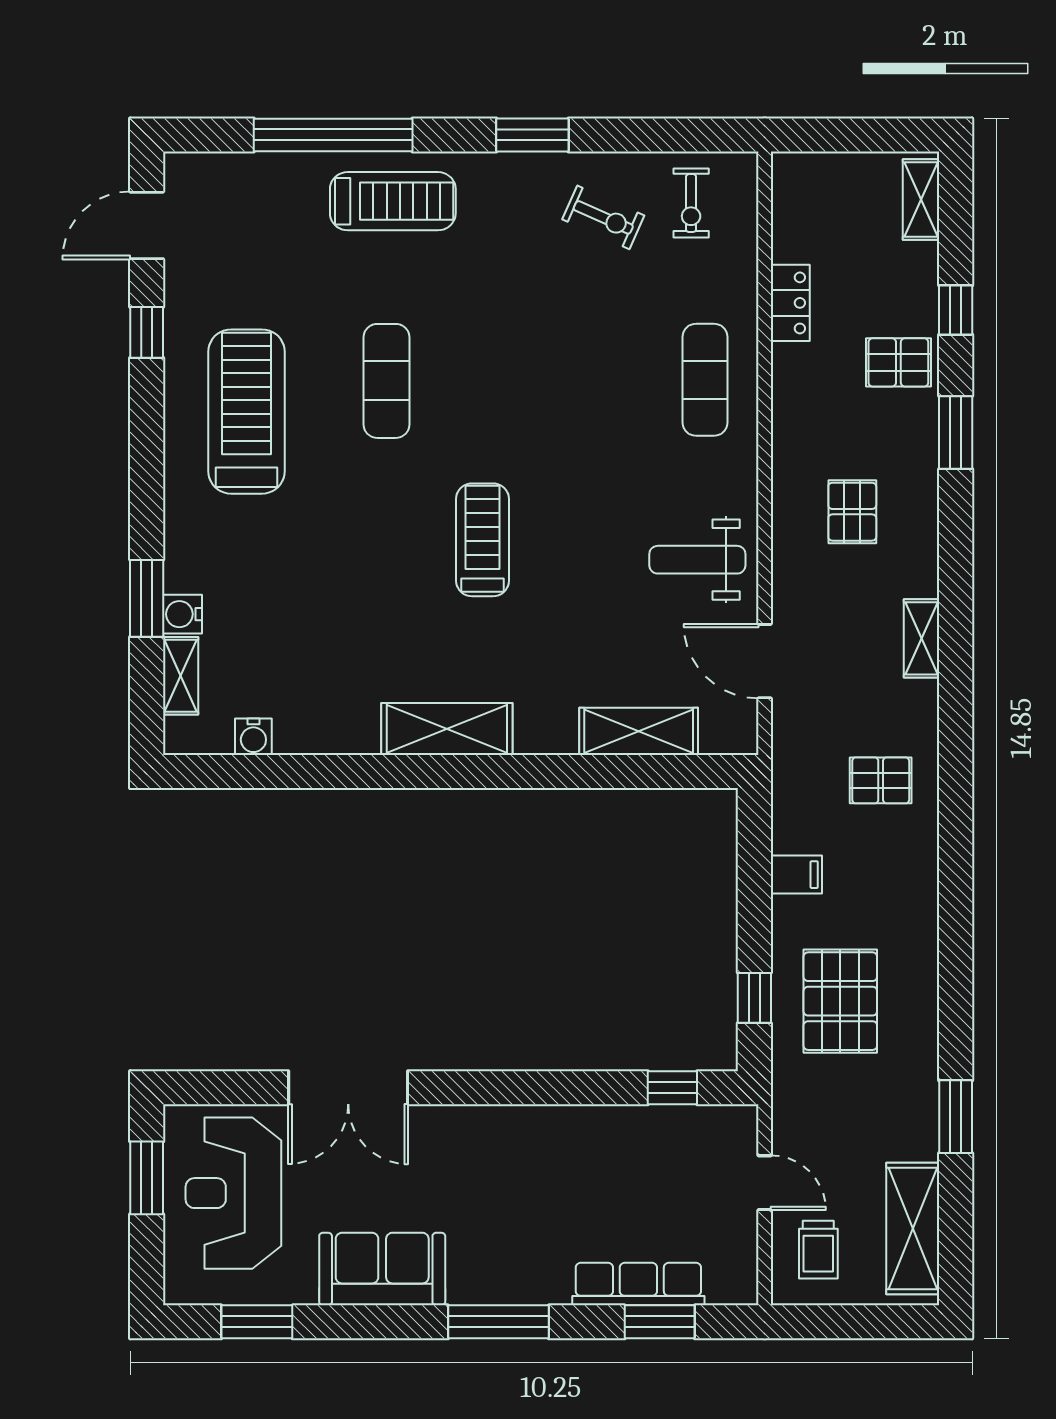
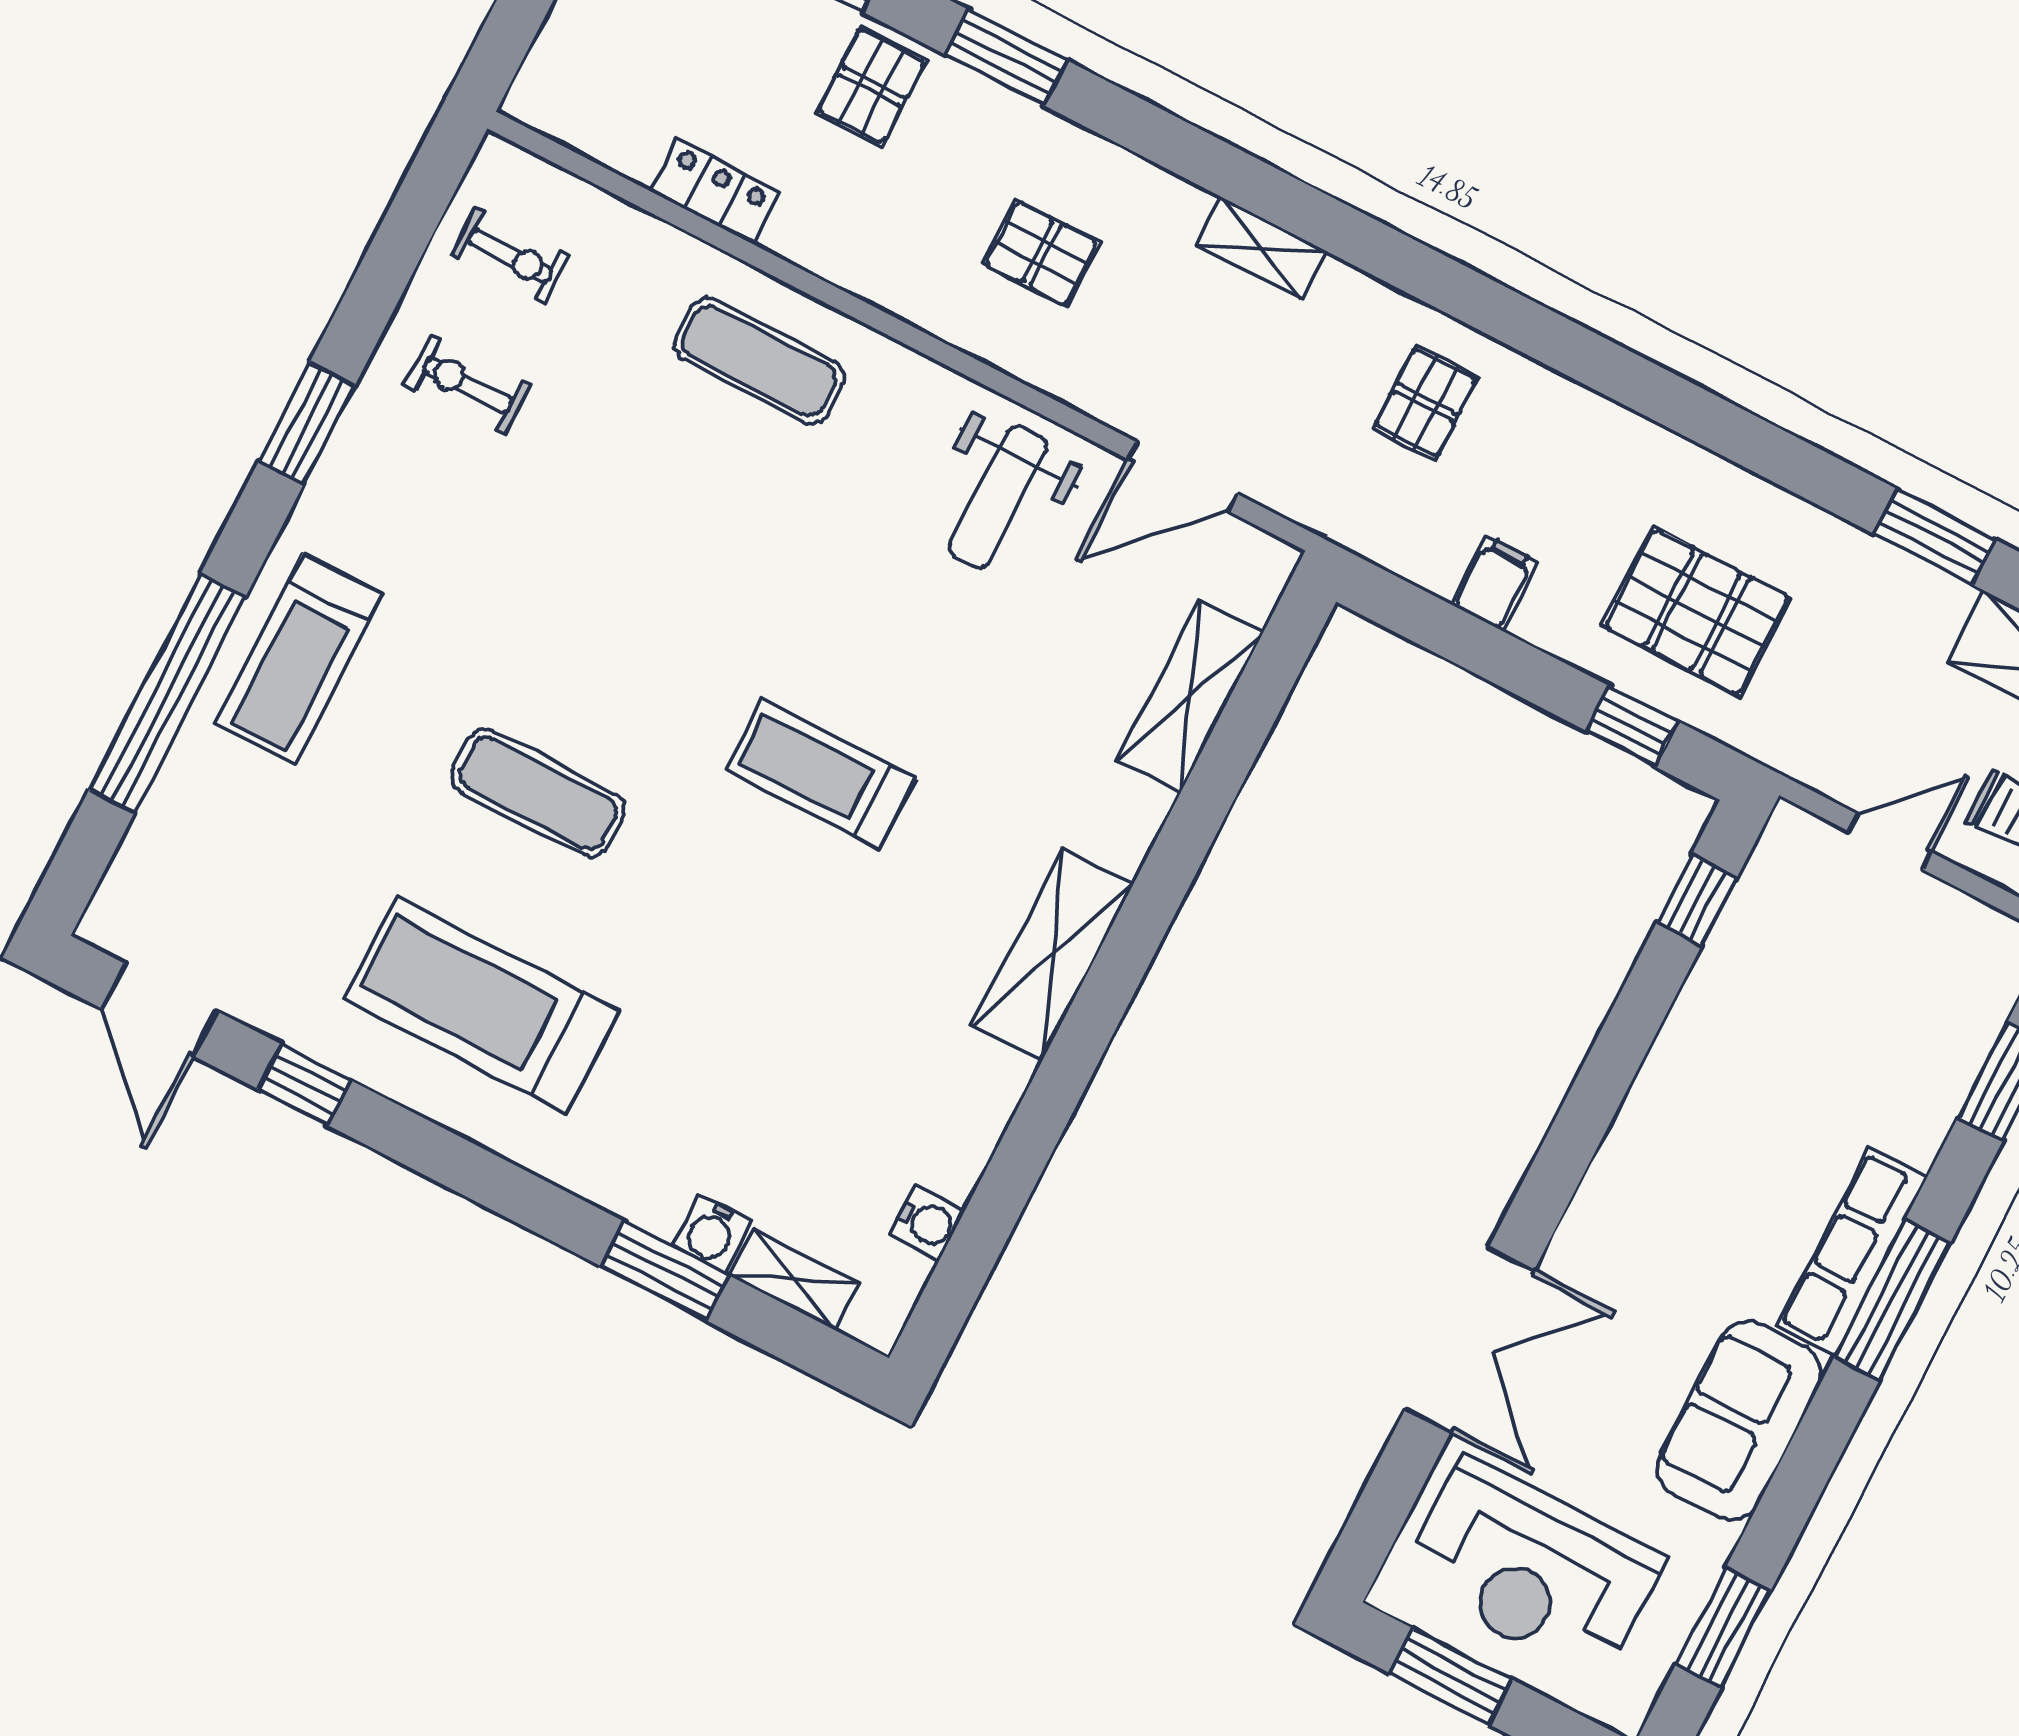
treadmill: (393, 201) -> (299, 659), turned 180
exercise bike: (603, 217) -> (468, 385), turned -114
row of seats: (638, 1284) -> (1852, 1252), moved

